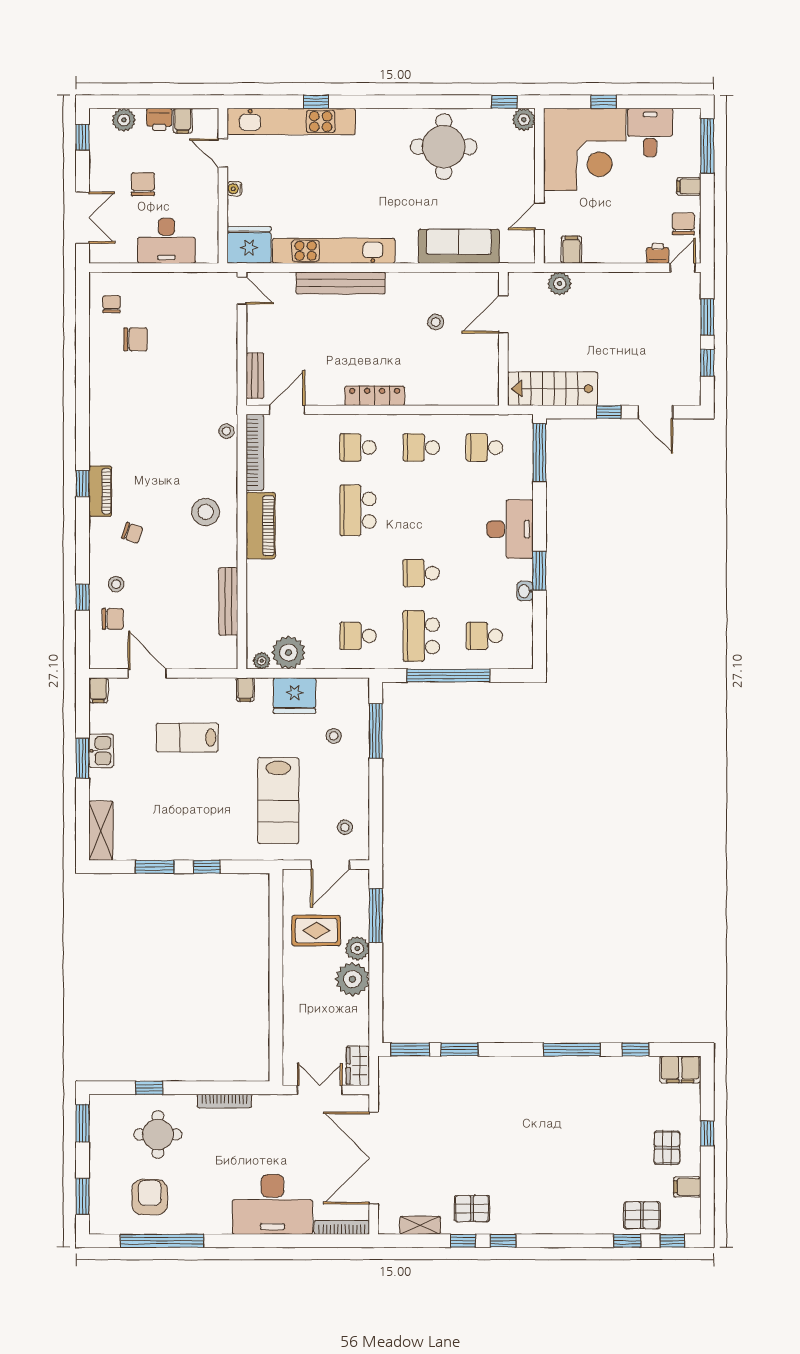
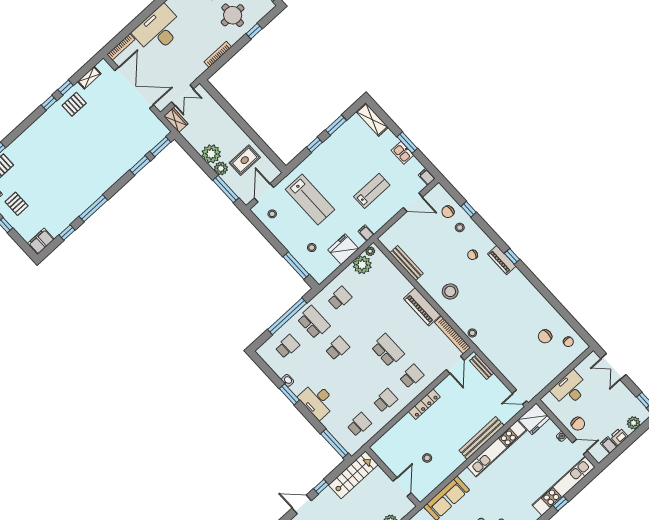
chair: (143, 184) -> (578, 424), moved
lab bench: (278, 801) -> (310, 200), turned 180

